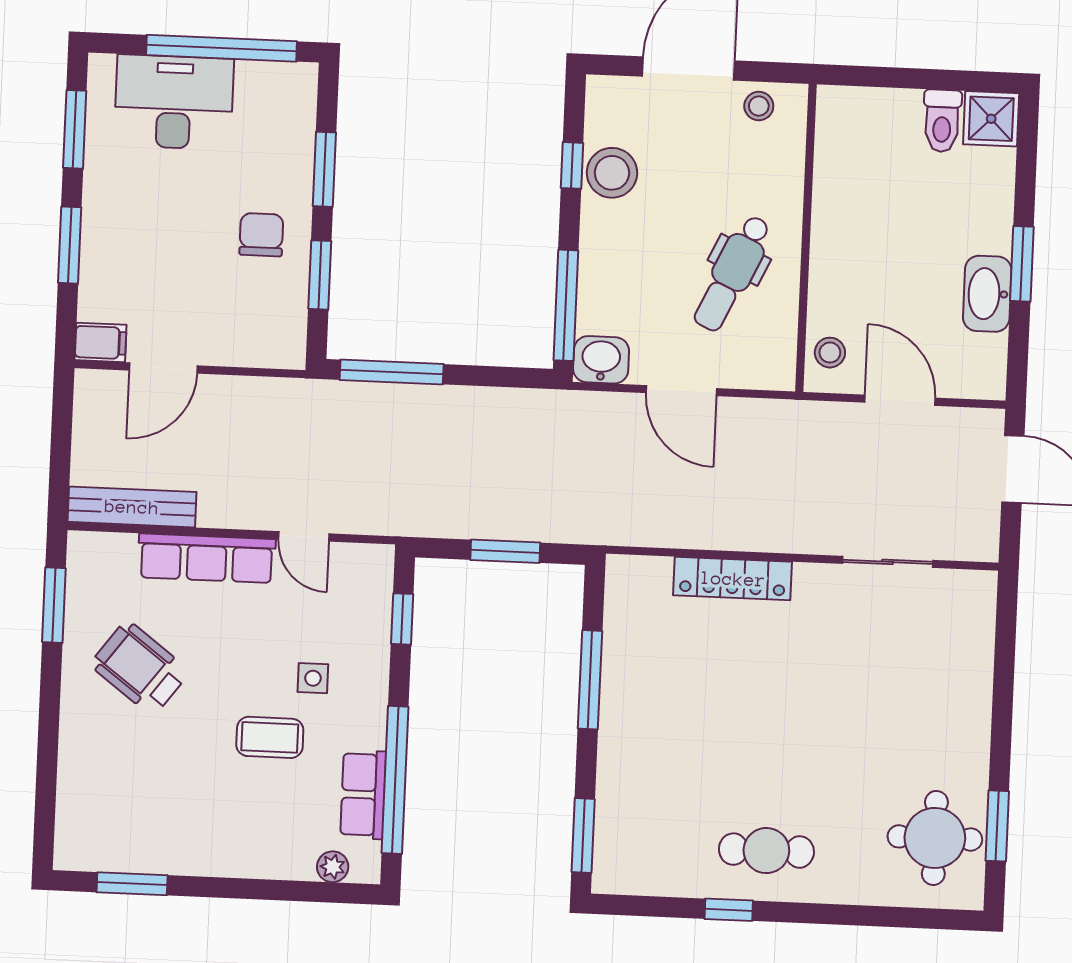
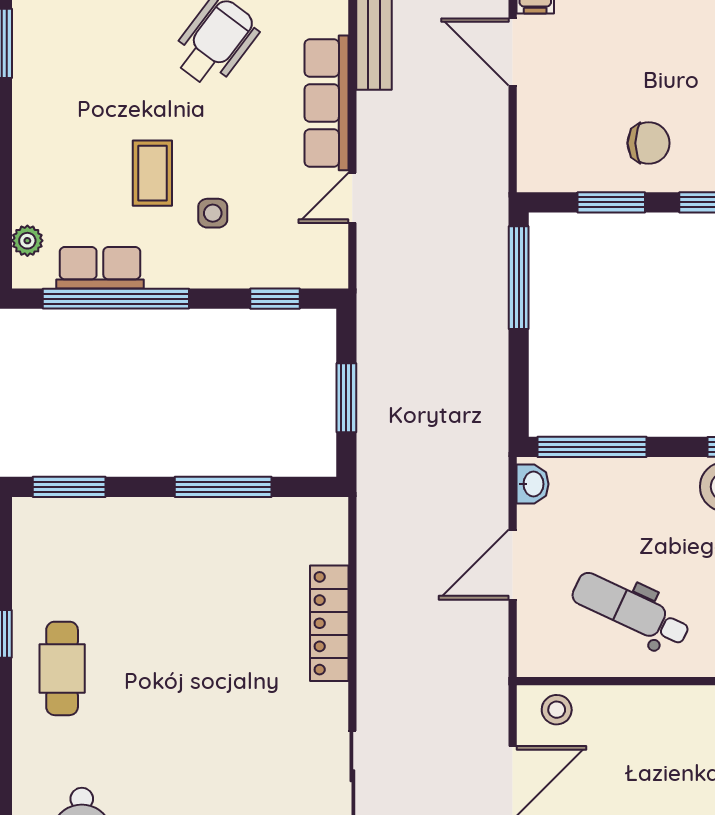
washbasin: (601, 360) -> (533, 484), width x0.72, depth x0.69

